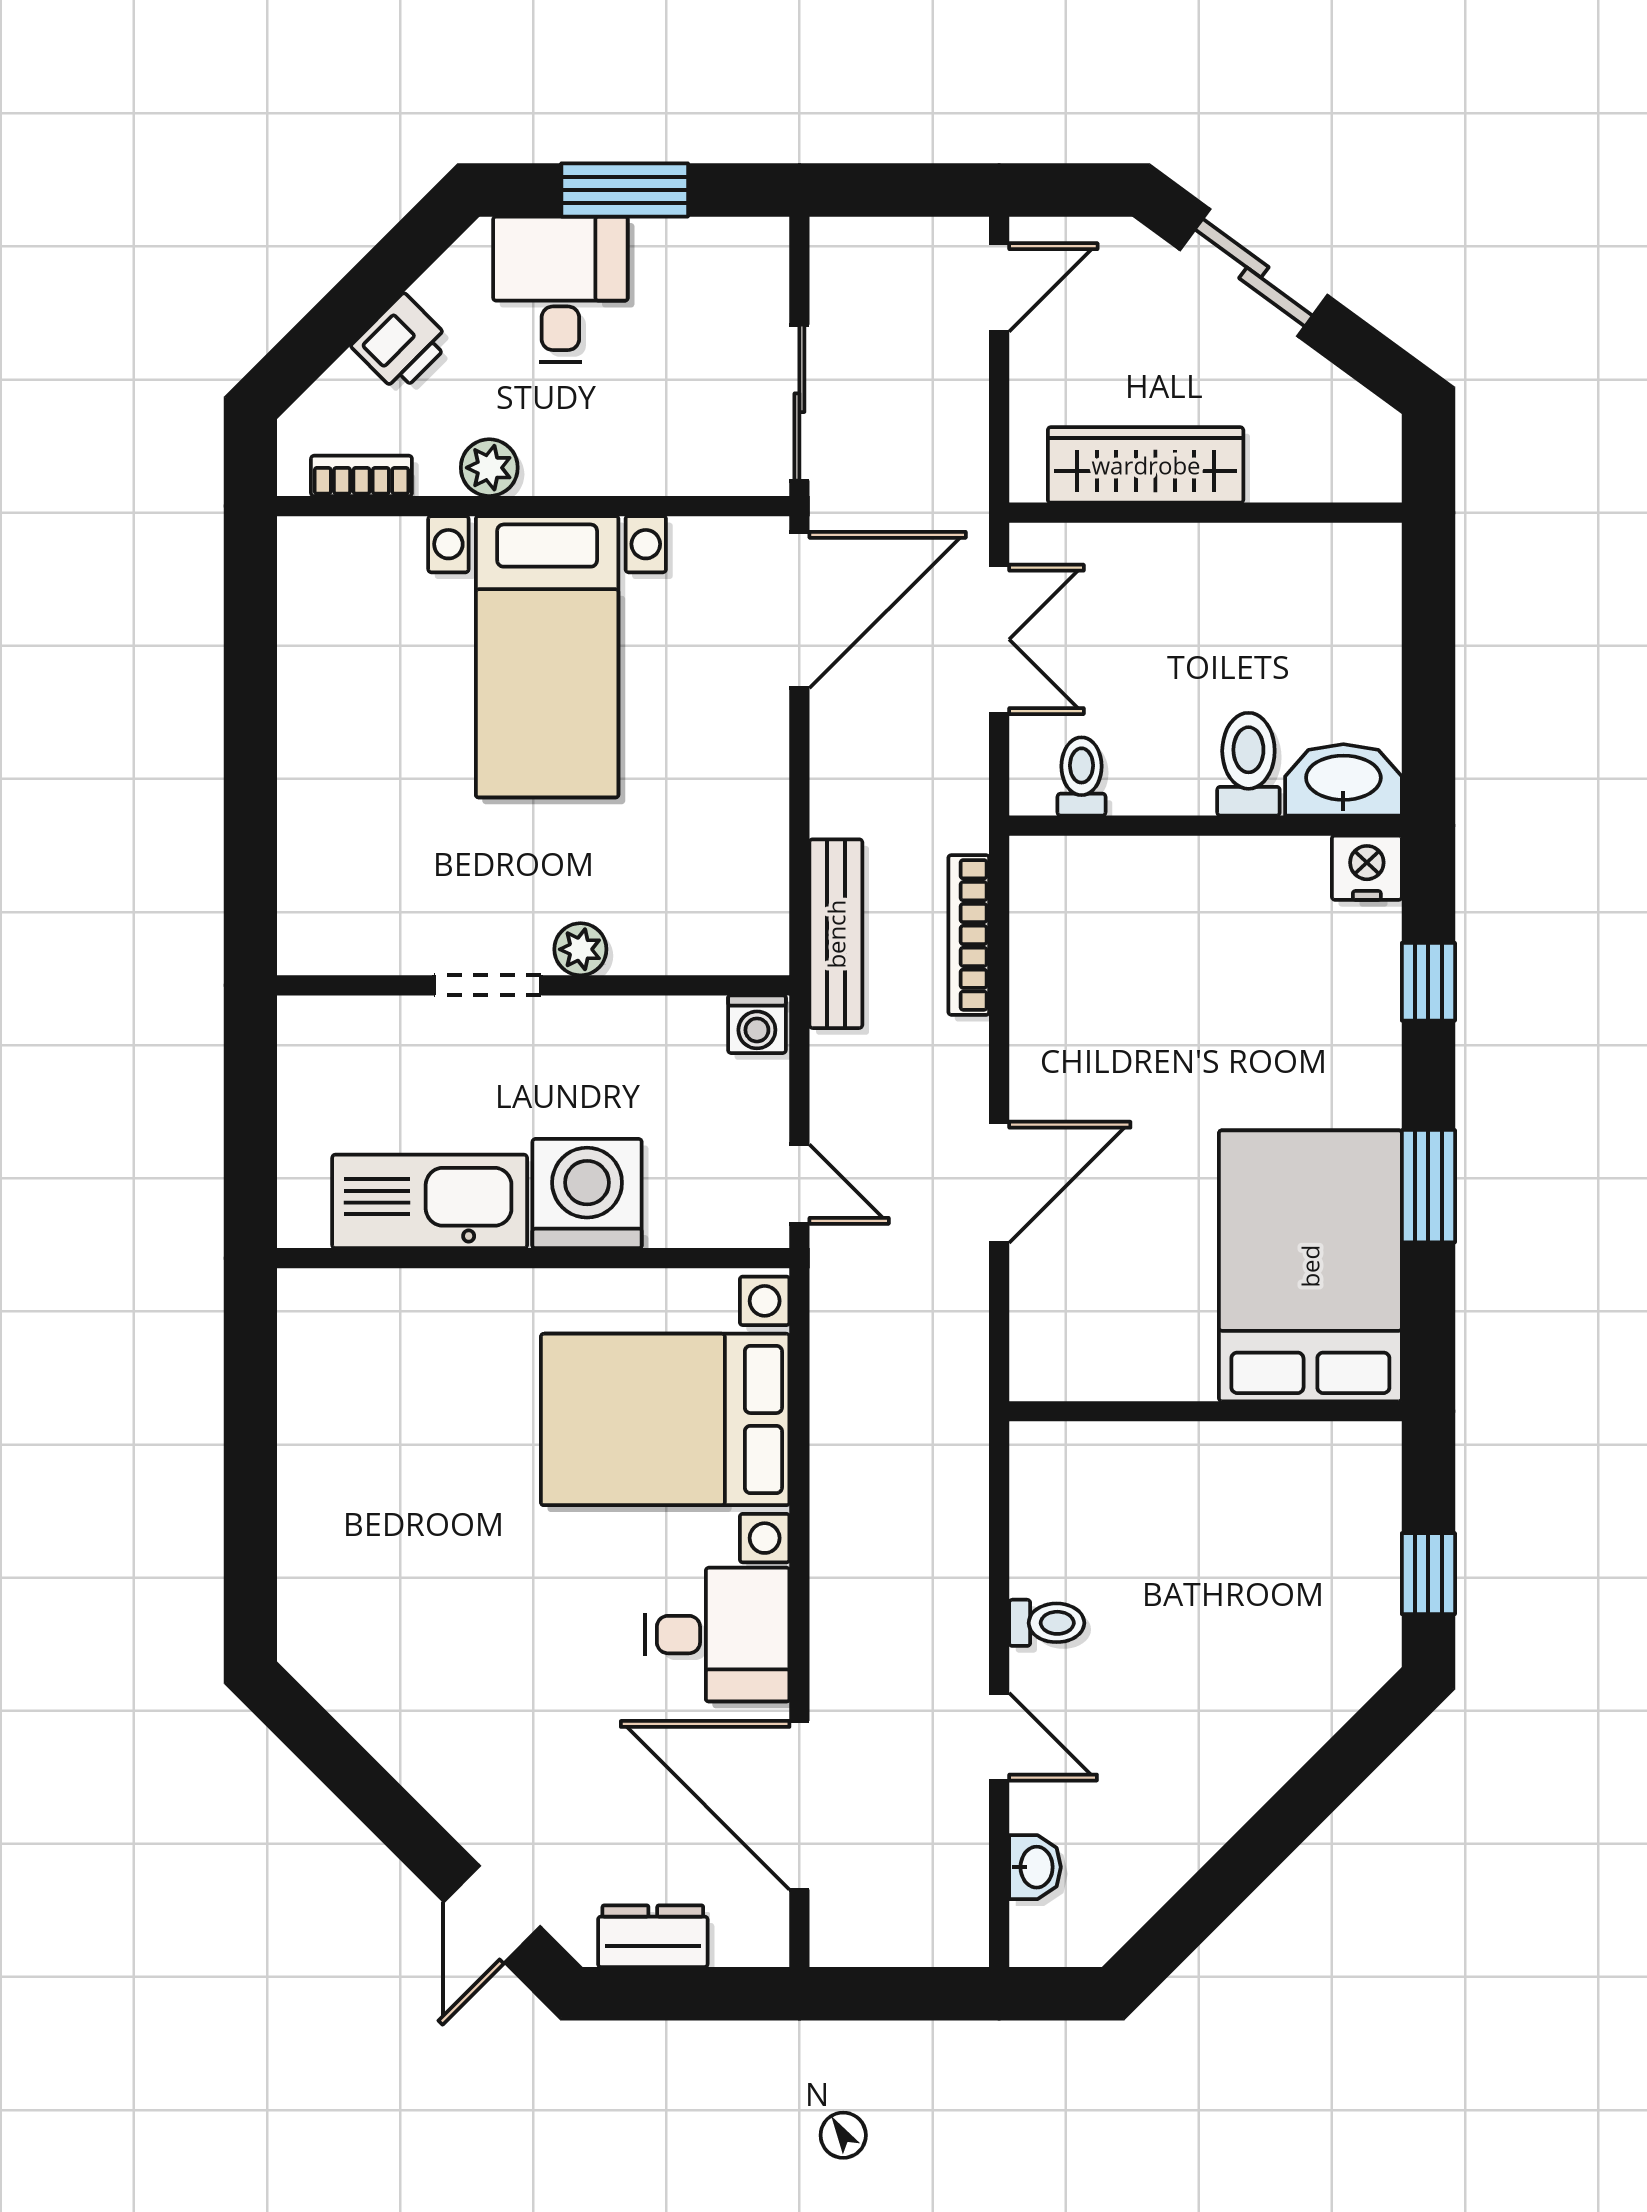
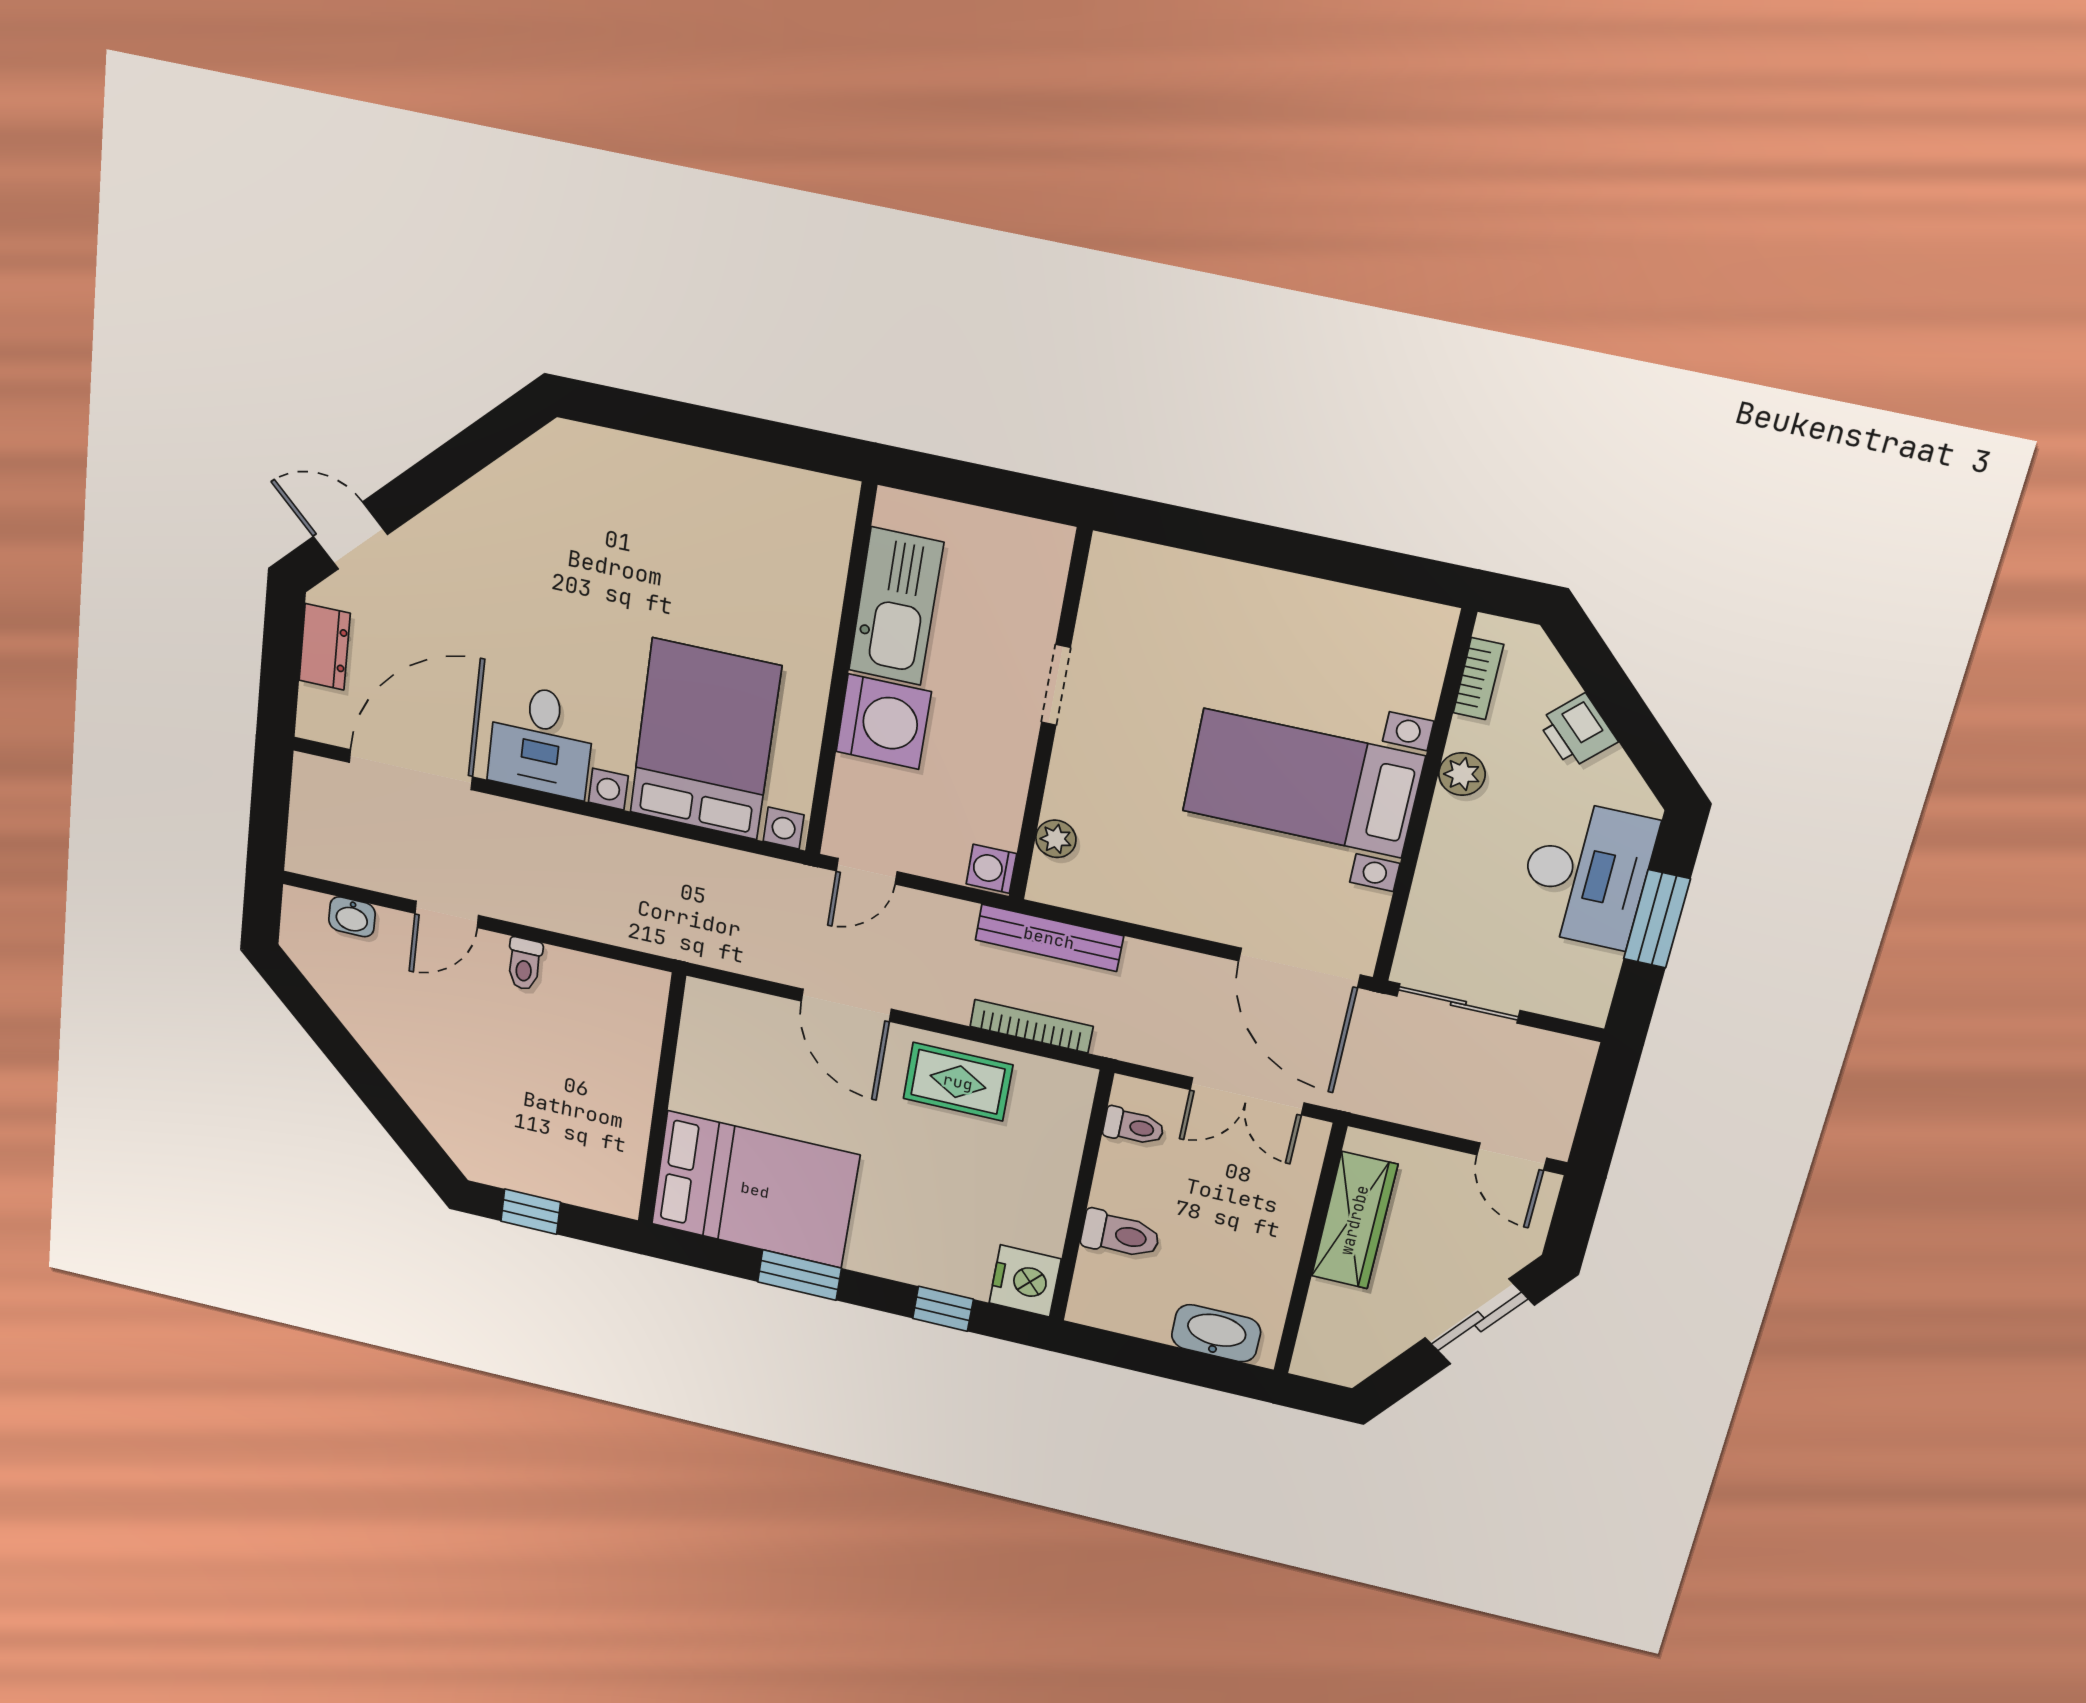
desk: (560, 289) -> (1586, 874), width x1.37
washbasin: (1343, 780) -> (1216, 1333), moved, turned -90
nightstand: (1367, 868) -> (1025, 1281), width x1.36, depth x1.33
plant: (580, 949) -> (1056, 839), moved
rug: (1075, 1017) -> (958, 1082), added

